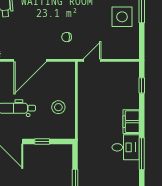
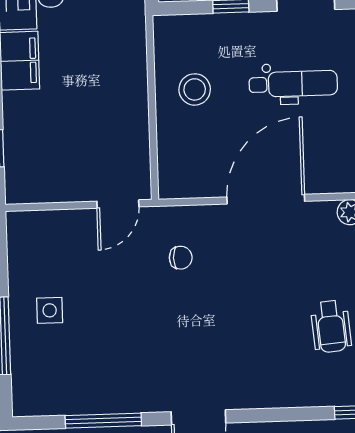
side table: (122, 17) -> (50, 310), width x0.54, depth x0.54

